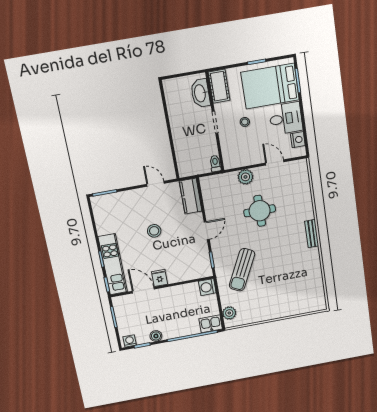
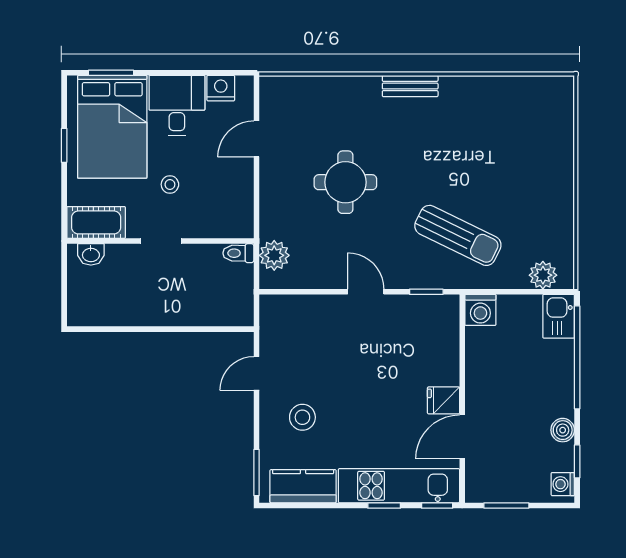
washbasin: (200, 93) -> (91, 254), width x0.52, depth x0.69
plant: (245, 177) -> (274, 255), moved
kitchen counter: (191, 196) -> (303, 486), moved, turned 180
stool: (154, 231) -> (302, 417), moved

